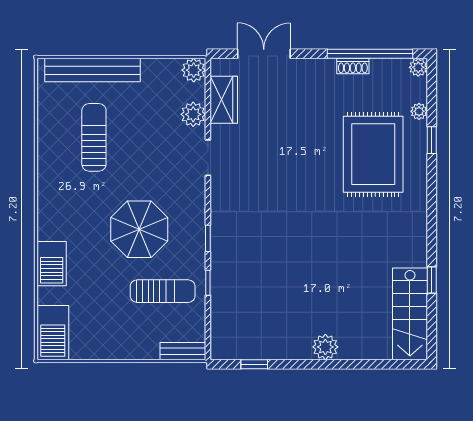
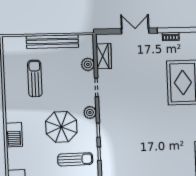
double door: (264, 54) -> (135, 31), moved
bench: (93, 70) -> (52, 42), moved
plant: (194, 70) -> (90, 112), moved
barbecue: (52, 264) -> (14, 135), moved

